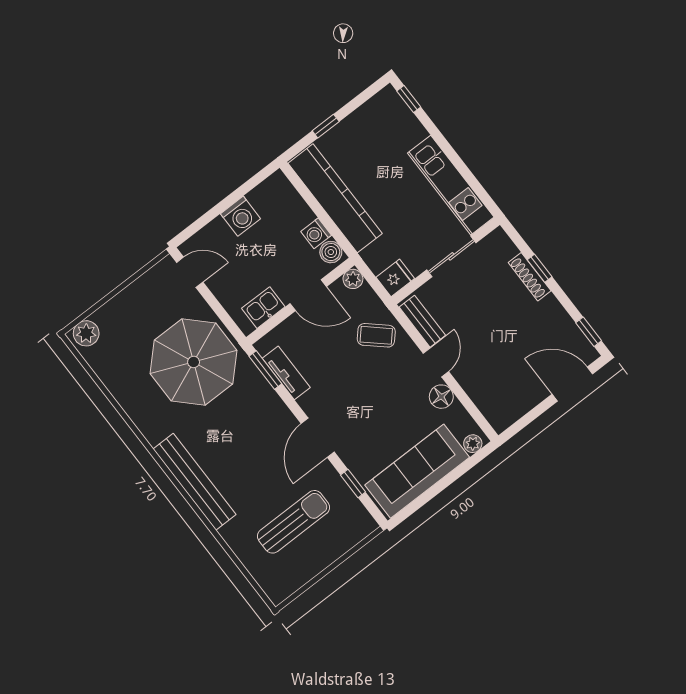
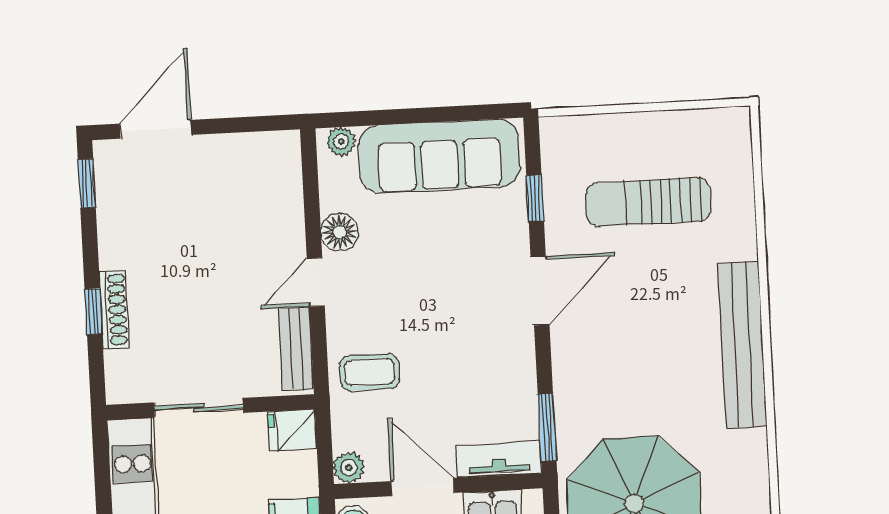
coffee table: (376, 335) -> (370, 372), turned -42
tv unit: (286, 373) -> (499, 459), moved, turned 90
door: (572, 384) -> (156, 129), swing flipped

